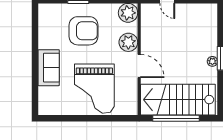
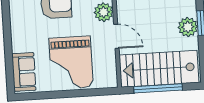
plant: (212, 61) -> (188, 27), width x1.87, depth x1.87
sofa: (49, 68) -> (24, 72), moved

